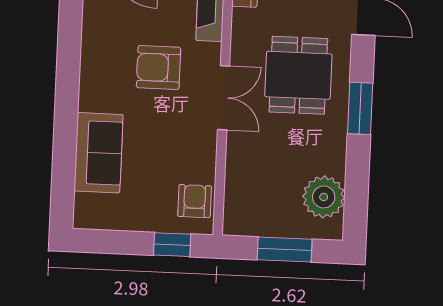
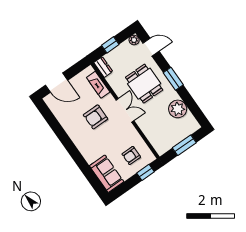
sofa: (99, 153) -> (107, 174), moved
plant: (324, 197) -> (178, 109), moved
armchair: (195, 201) -> (131, 156), moved, turned -90

